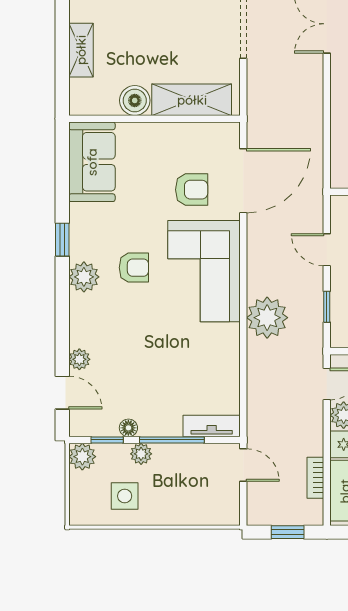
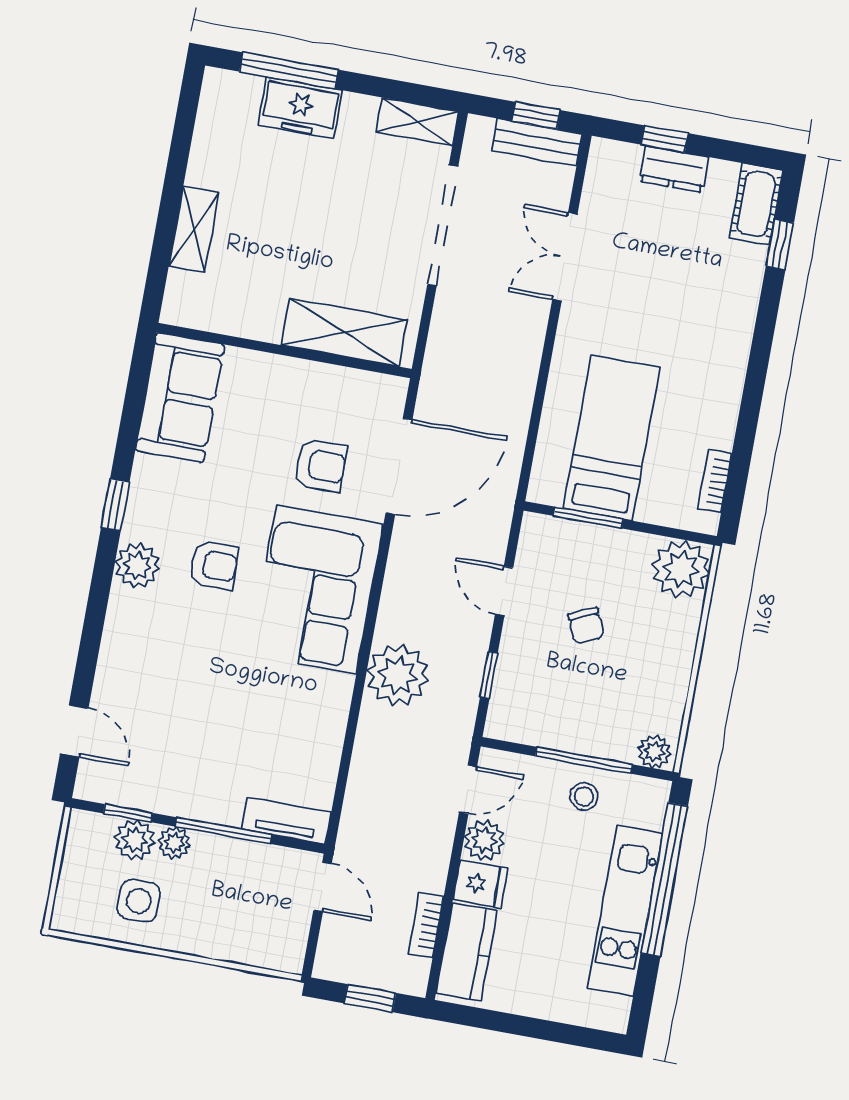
boiler: (135, 100) -> (260, 318), removed
plant: (79, 359) -> (108, 686), removed
floor lamp: (128, 428) -> (163, 801), removed
plant: (82, 457) -> (135, 840), moved

